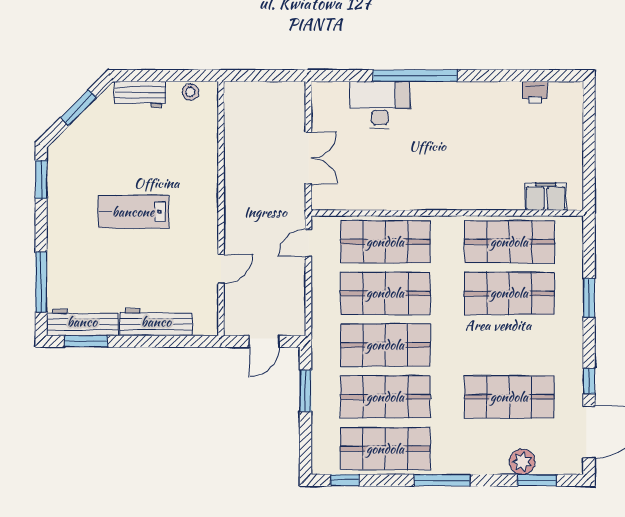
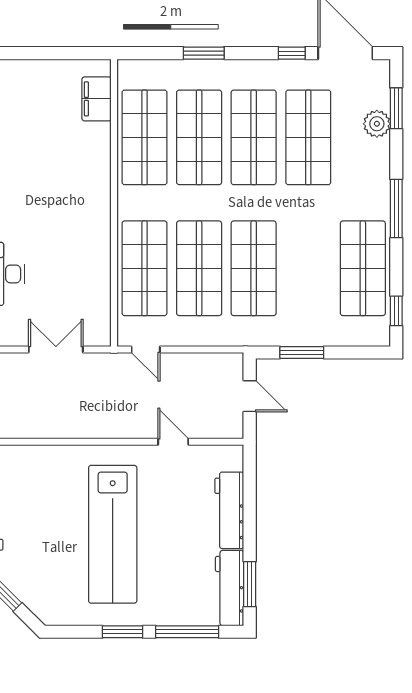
window: (41, 180) -> (123, 632), moved
lab bench: (133, 212) -> (113, 534), width x1.86, depth x1.39
shop shelf: (385, 397) -> (254, 137), moved

